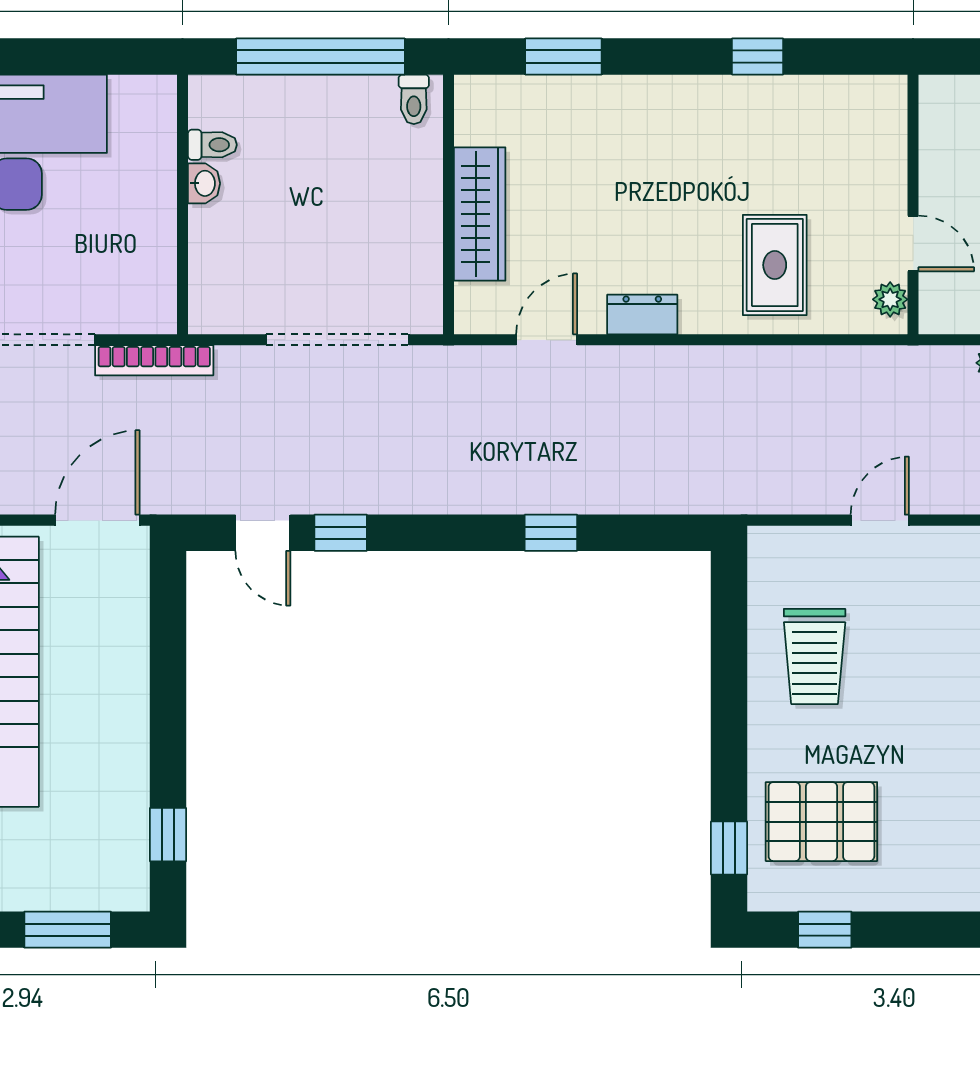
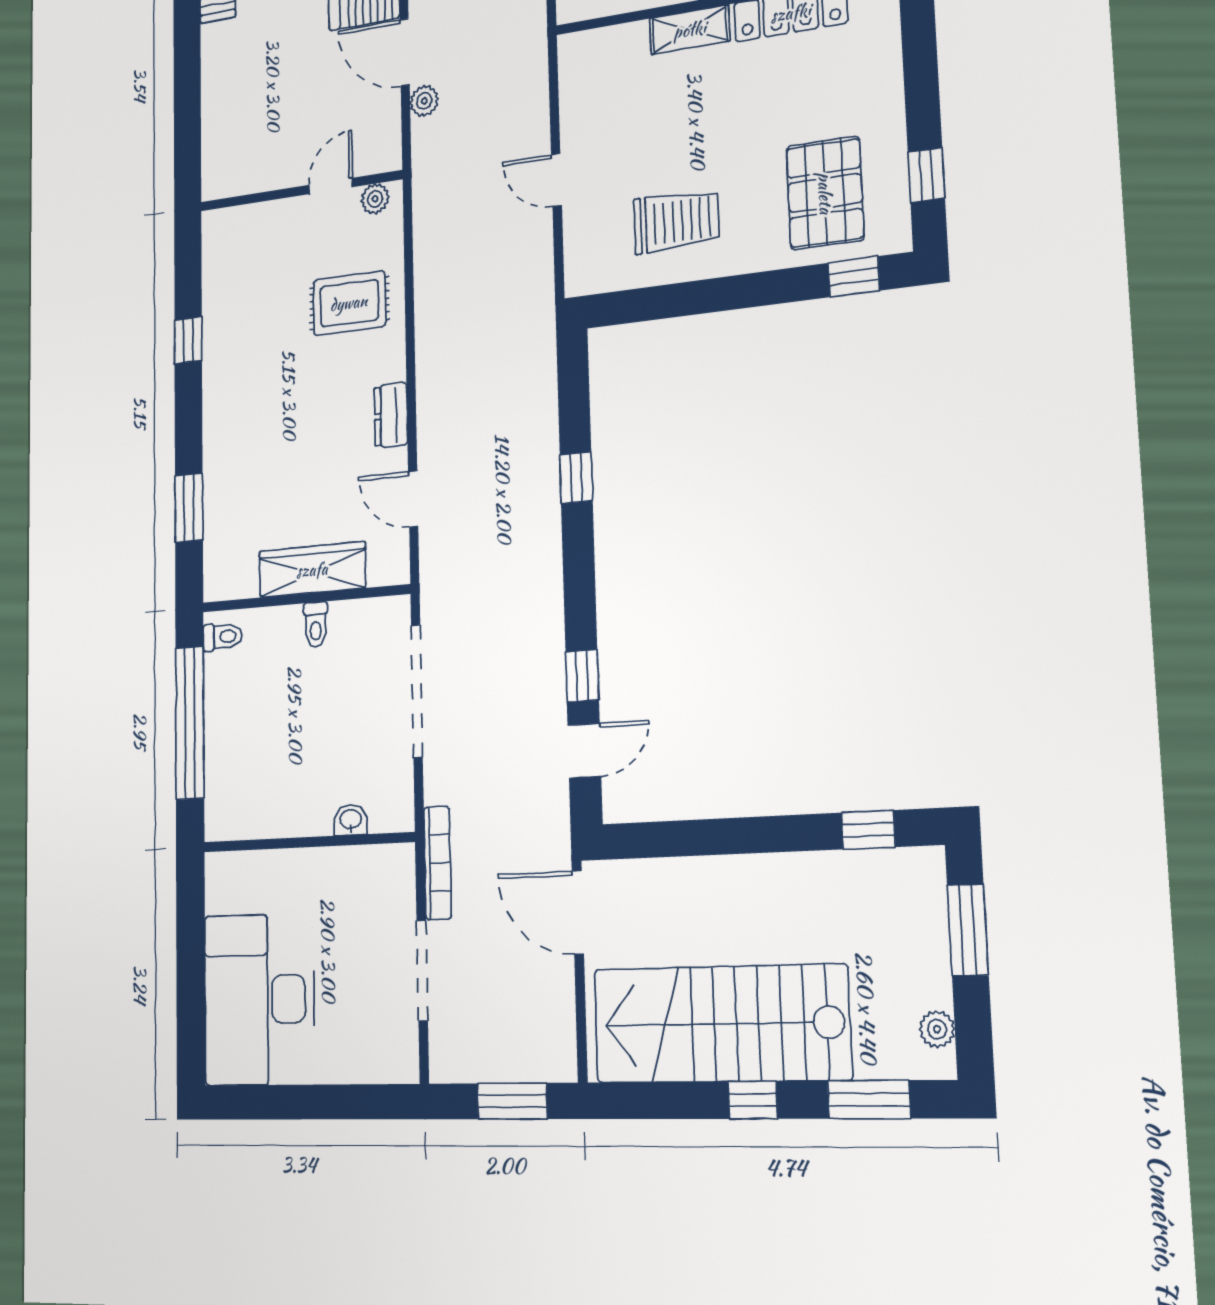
toilet: (212, 145) -> (316, 625), moved, turned 180
washbasin: (204, 183) -> (351, 820), moved

